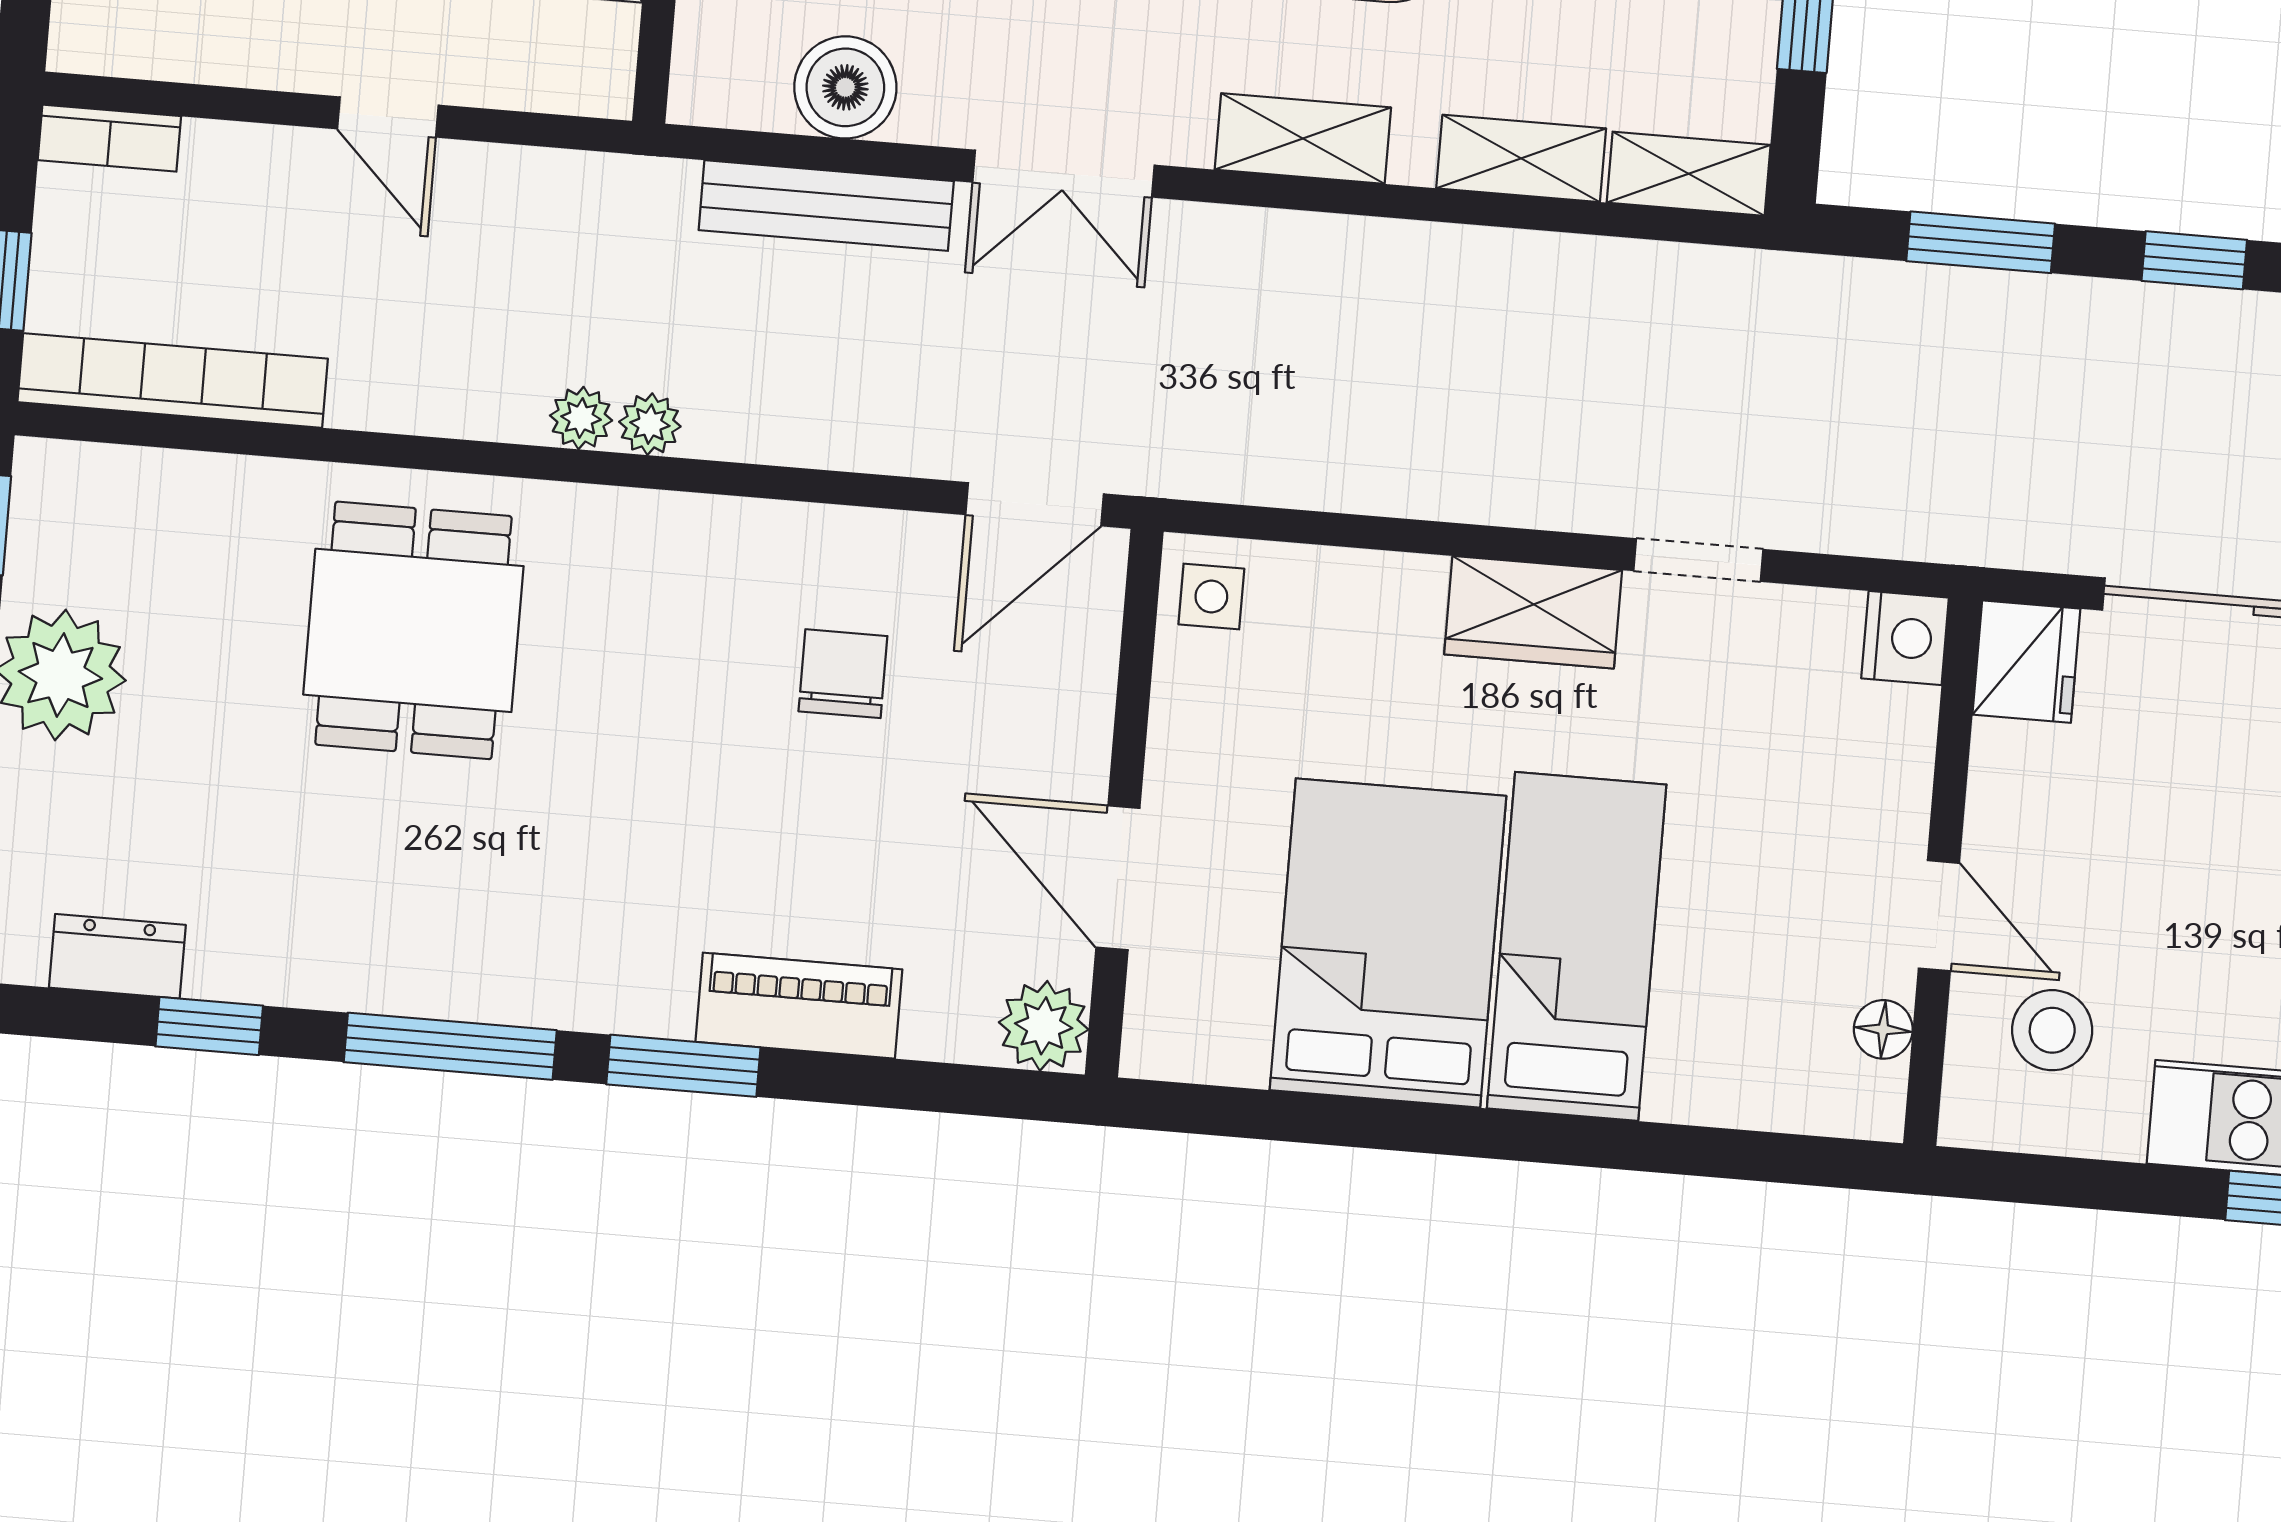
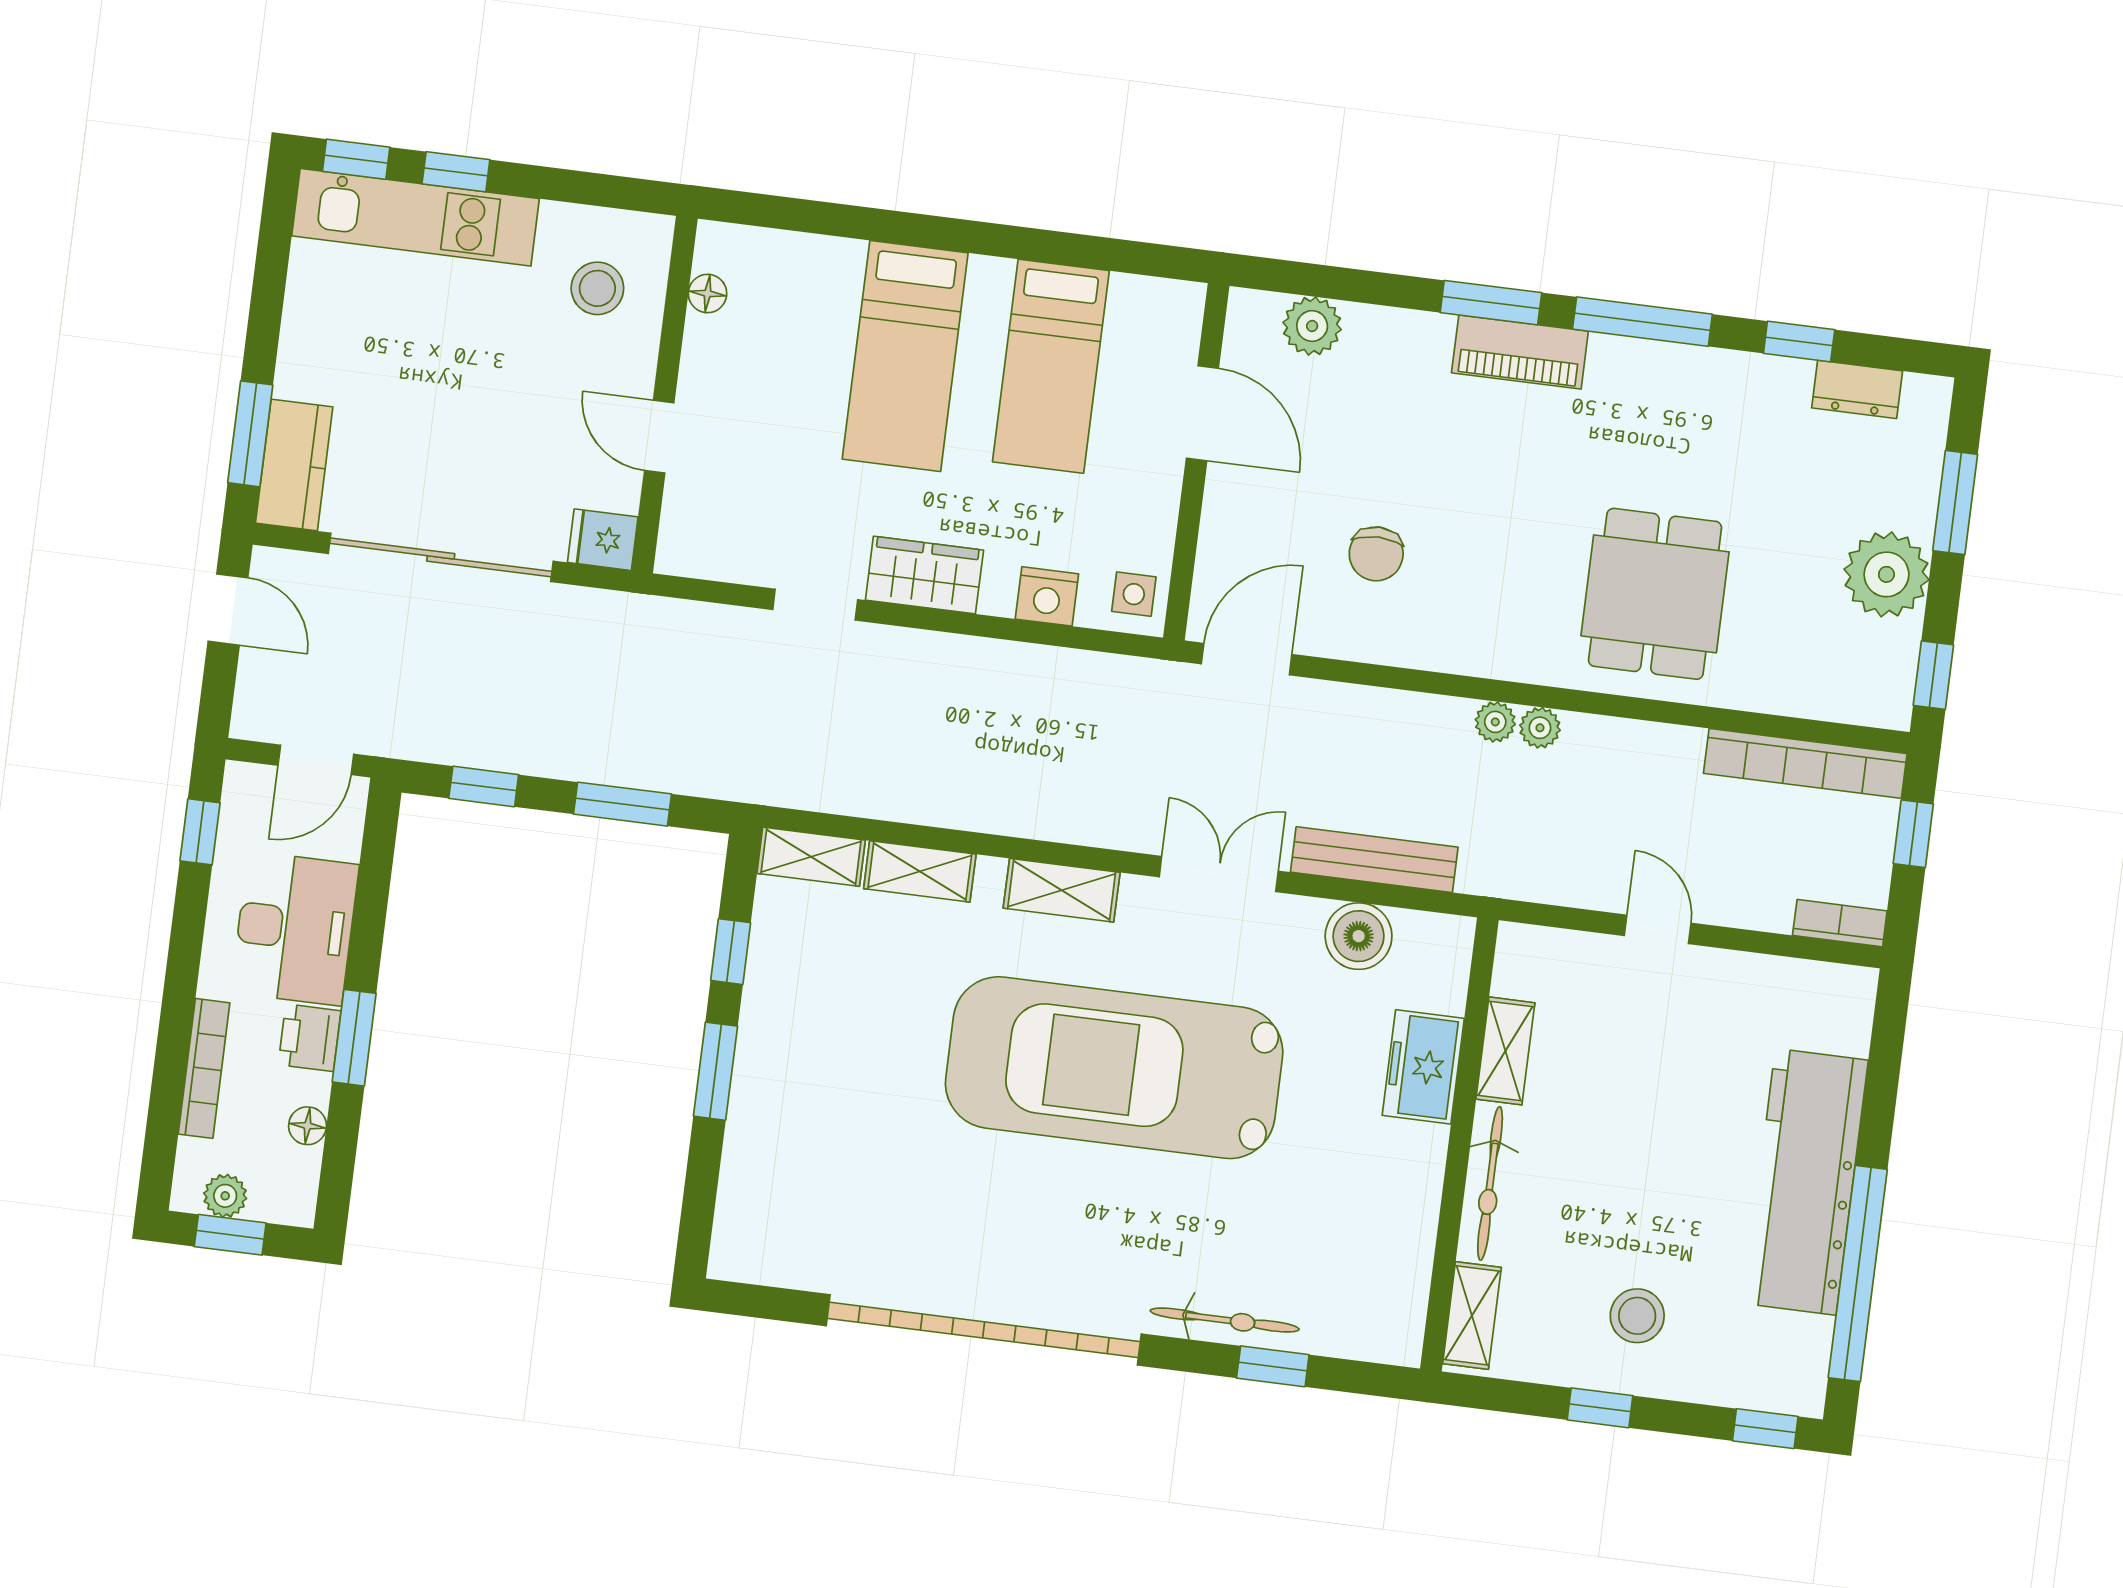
nightstand: (1905, 638) -> (1047, 596), moved, turned -90
fridge: (2026, 662) -> (603, 540), width x0.72
door: (1939, 916) -> (659, 437), moved
bed: (1388, 943) -> (1051, 366), width x0.67
piano: (799, 1006) -> (1520, 352), moved
plant: (1044, 1026) -> (1312, 326), moved

